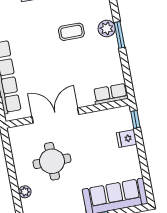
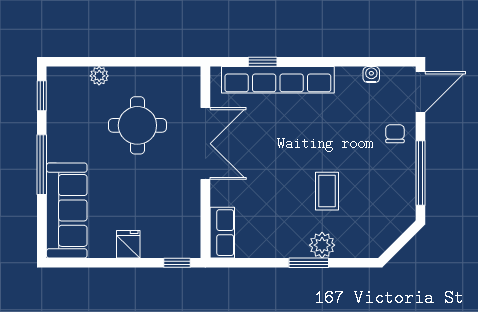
fridge: (127, 139) -> (128, 244), moved

